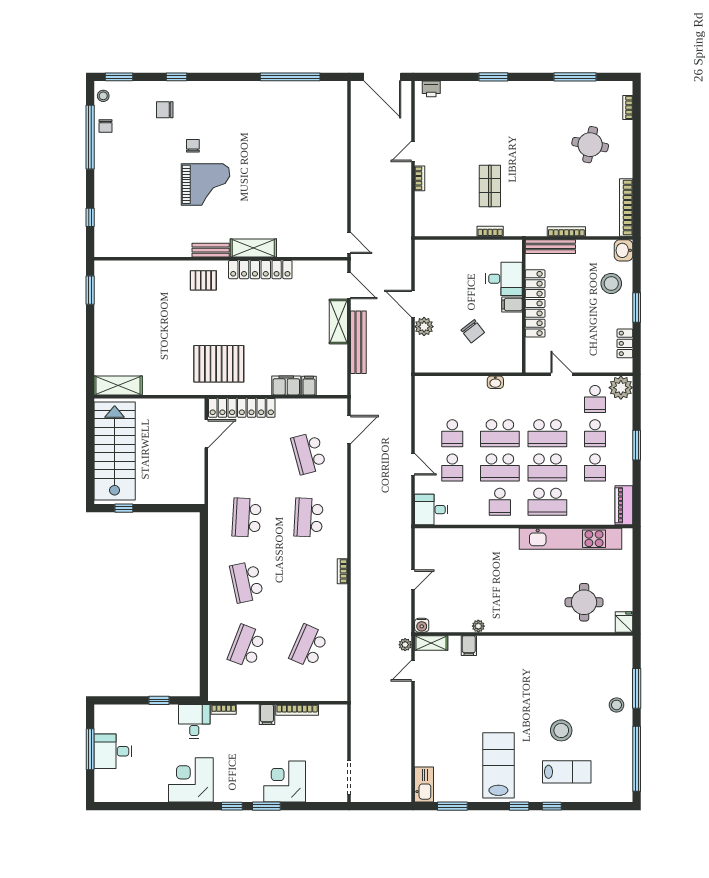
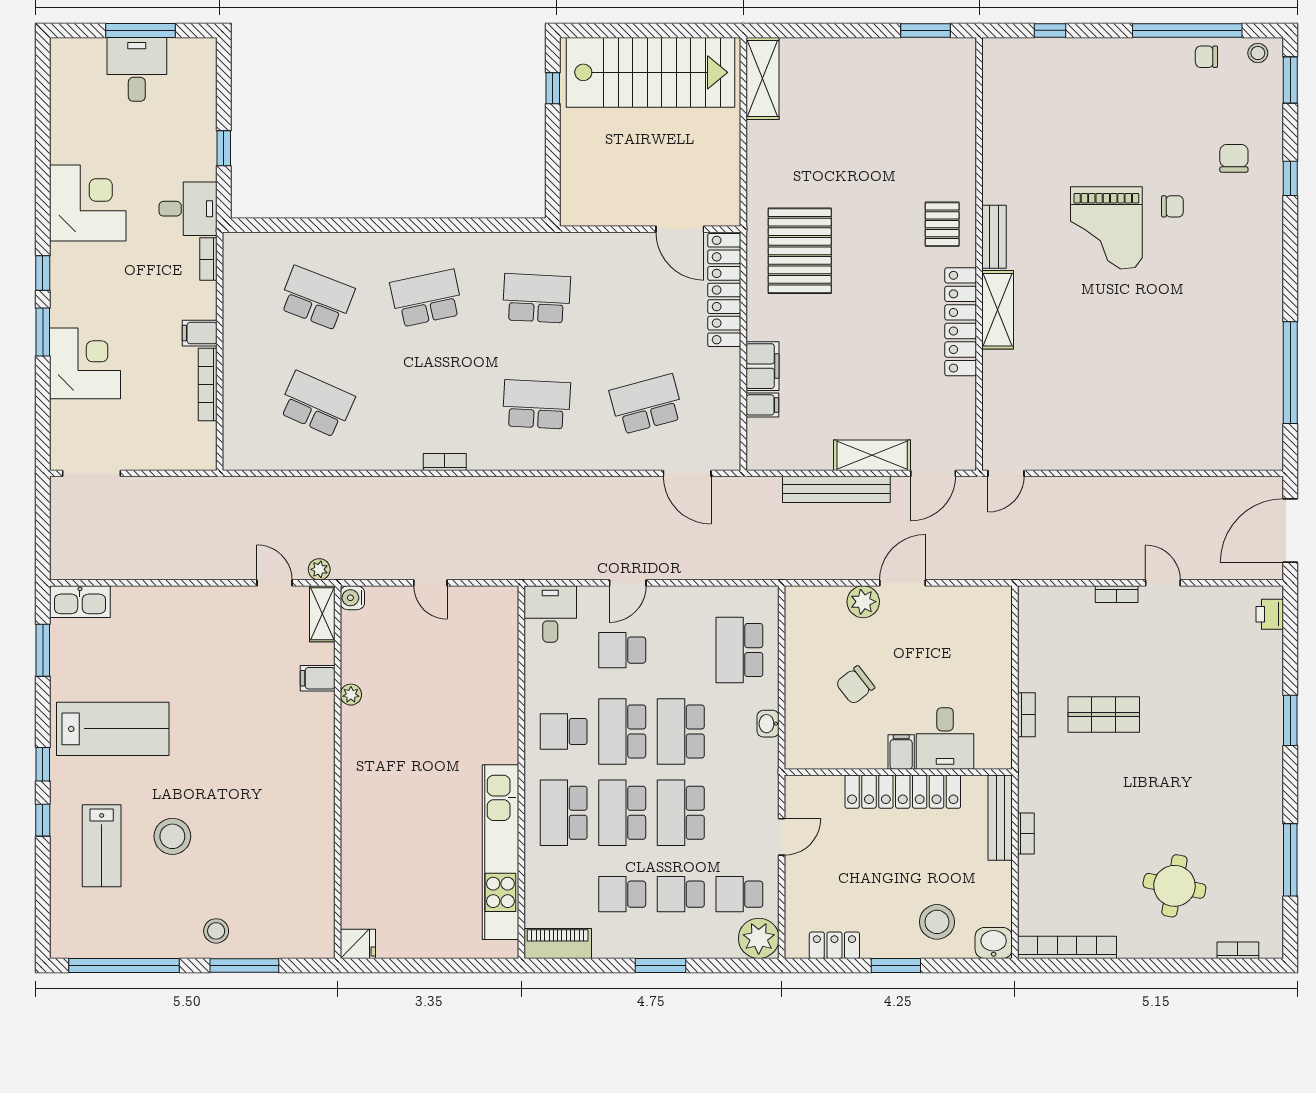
bookcase: (566, 232) -> (1026, 834), width x0.64
school desk: (452, 433) -> (739, 650), moved, width x1.85
round table: (584, 602) -> (392, 875), removed

